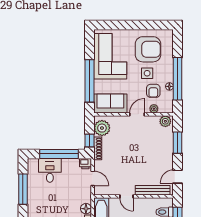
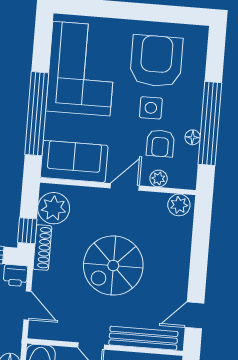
armchair: (148, 49) -> (156, 61), turned -90
window: (178, 143) -> (200, 249), removed
spiral stairs: (134, 155) -> (113, 266), added

